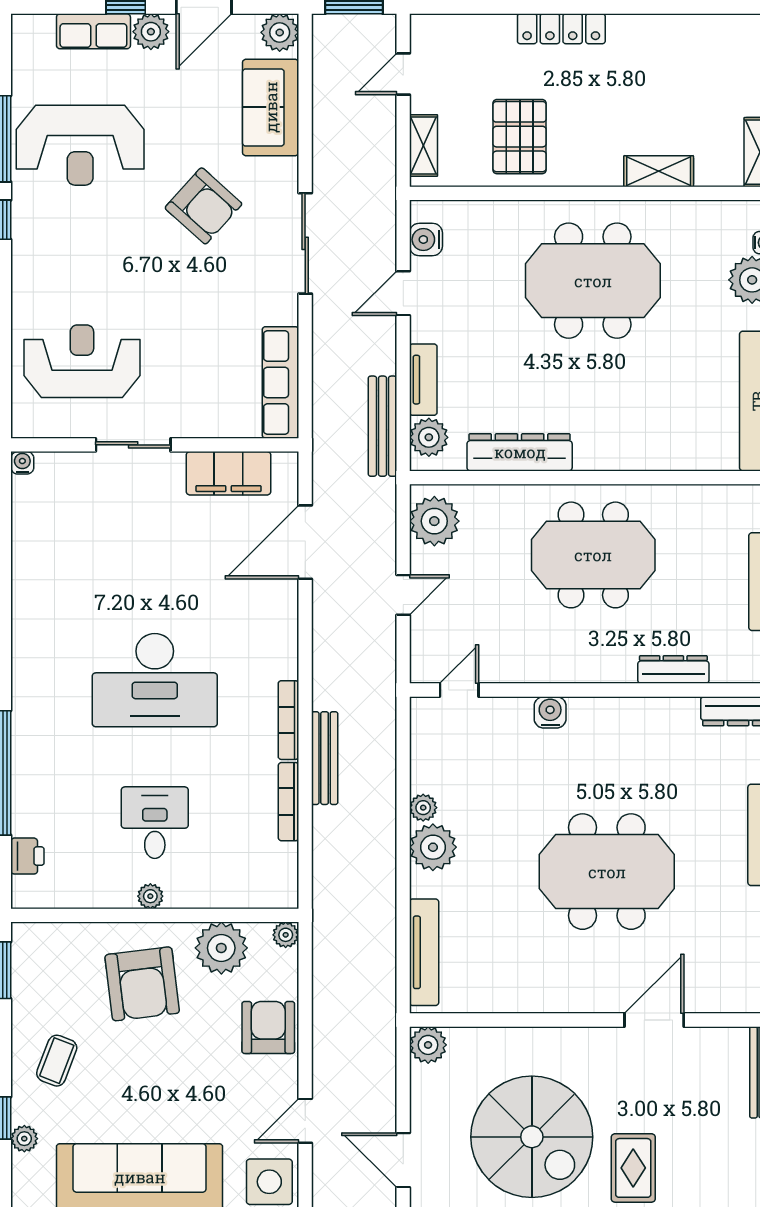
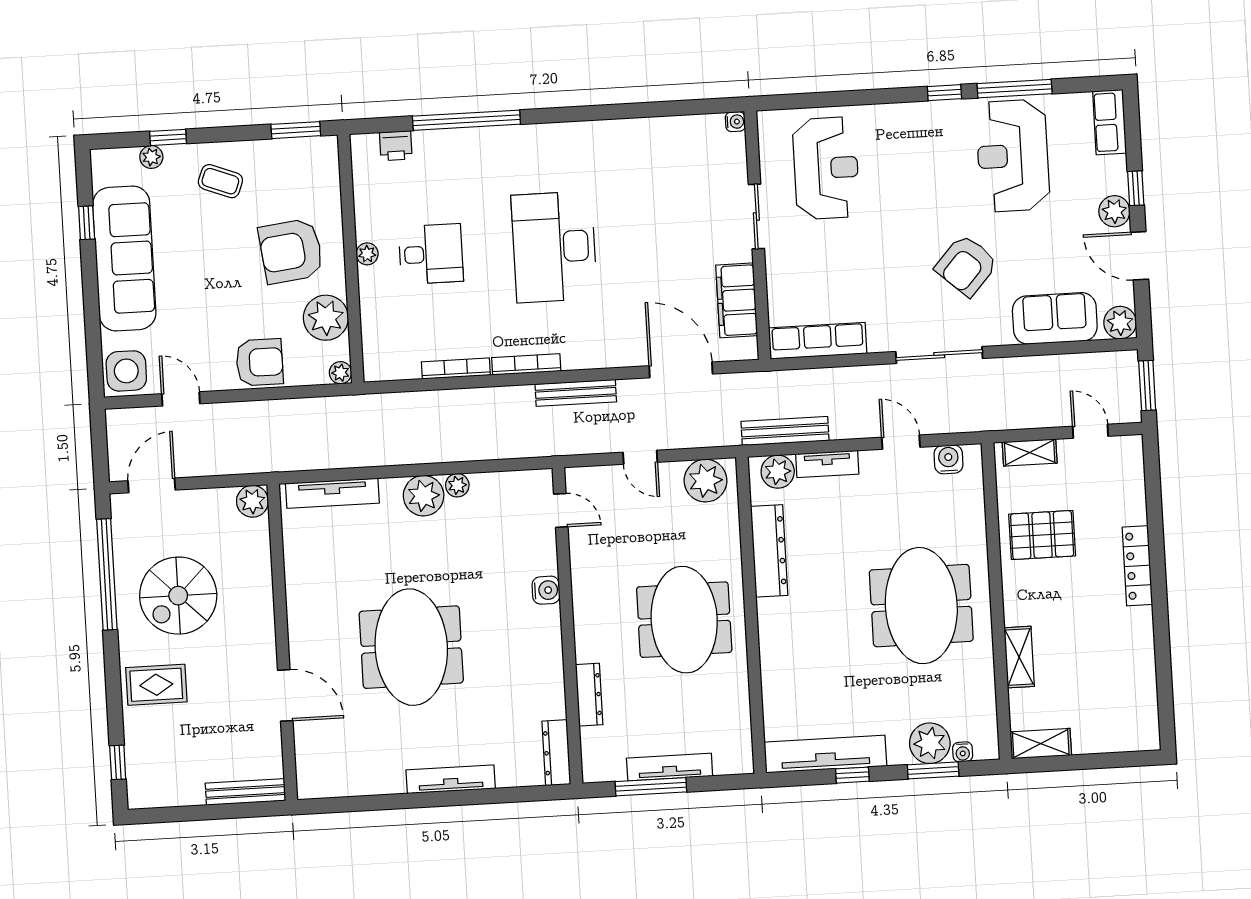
row of seats: (93, 31) -> (1110, 122), moved
bench: (325, 758) -> (576, 393), moved
spiral stairs: (532, 1137) -> (178, 596), width x0.73, depth x0.73

